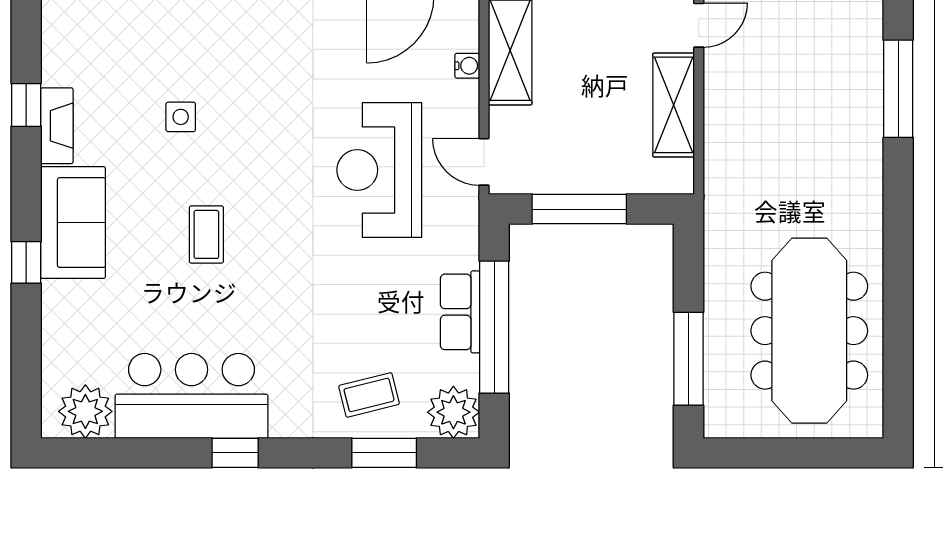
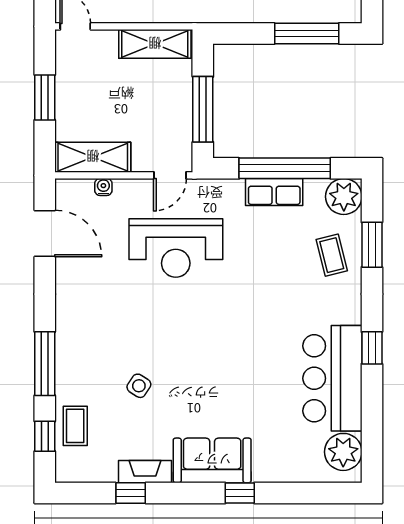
shelving: (674, 105) -> (155, 44), moved
side table: (181, 117) -> (139, 386), turned 33
coffee table: (206, 234) -> (75, 426), moved, turned 90

